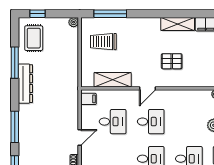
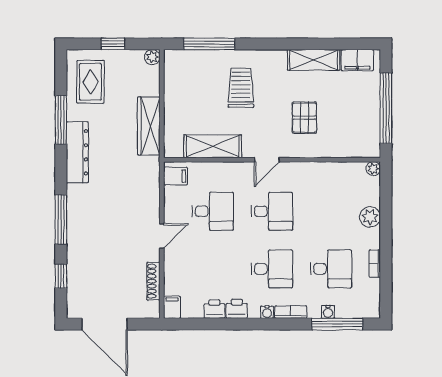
window: (38, 14) -> (113, 44), moved
trolley: (103, 42) -> (241, 88), moved, turned 90
pallet: (172, 61) -> (304, 118), turned 90
wardrobe: (71, 67) -> (149, 126), added

